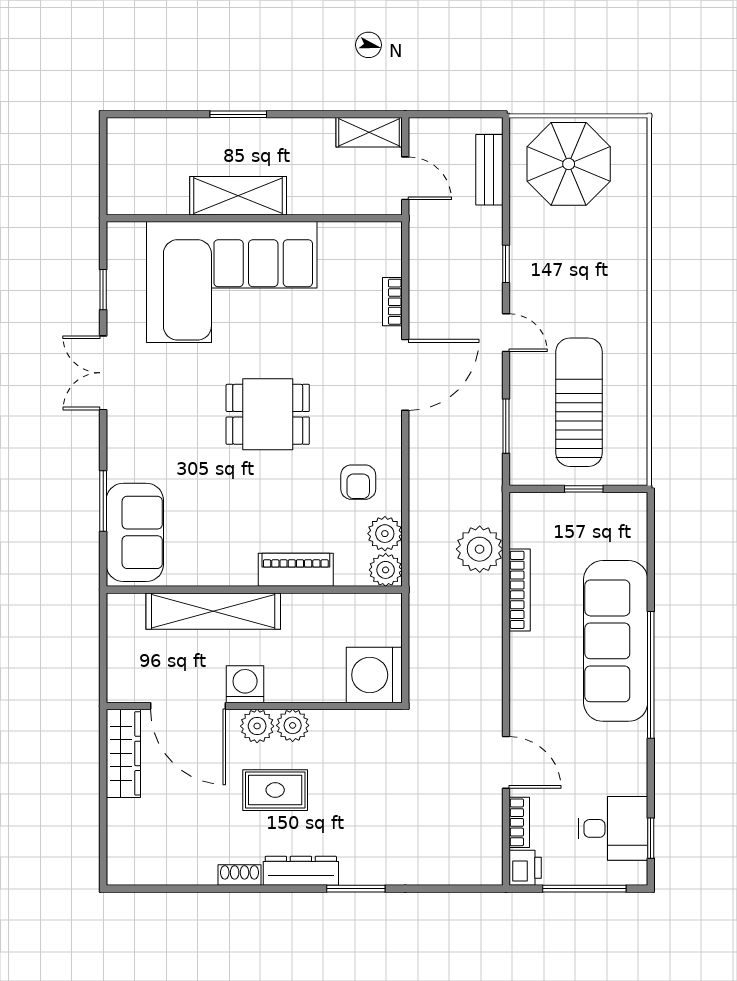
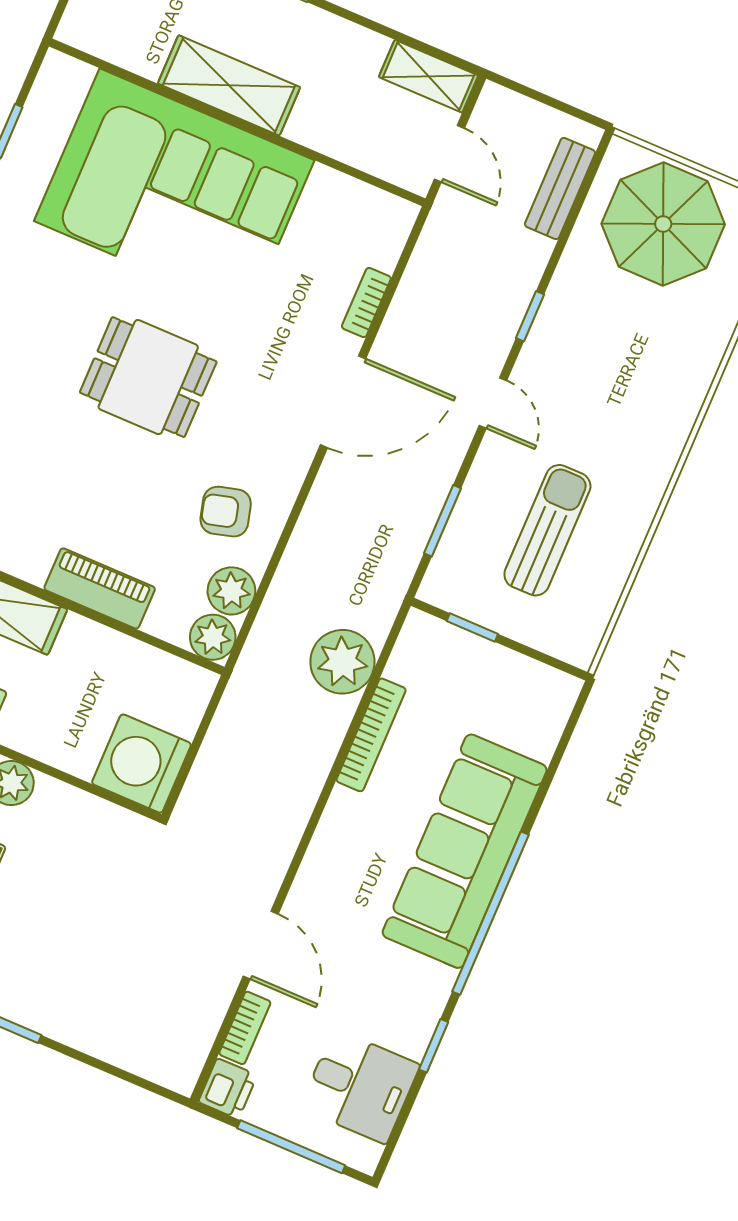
sun lounger: (579, 402) -> (547, 530), width x0.73, depth x0.75
armchair: (358, 482) -> (226, 512), turned 75
window: (584, 489) -> (472, 627), moved
window: (651, 838) -> (434, 1046), moved

